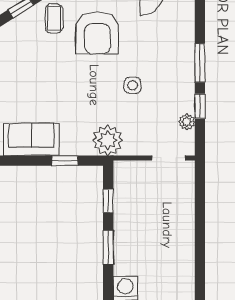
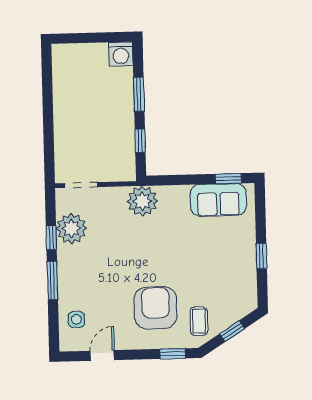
side table: (133, 85) -> (76, 319), moved
plant: (187, 122) -> (71, 229), width x1.88, depth x1.88
window: (65, 161) -> (228, 179), moved

